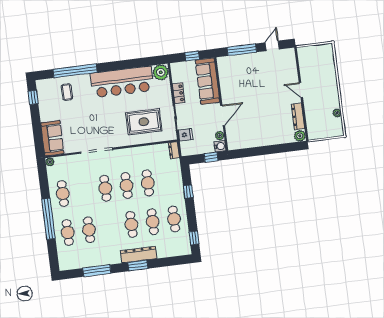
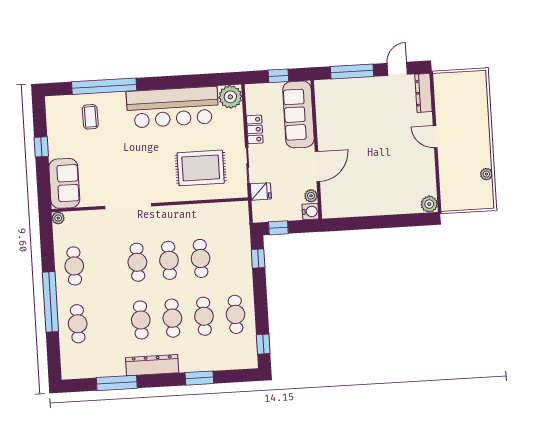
window: (33, 97) -> (41, 147), moved
dresser: (298, 116) -> (423, 93), moved
dresser: (174, 150) -> (242, 213), removed
window: (211, 157) -> (278, 228), moved
window: (188, 192) -> (258, 258), moved
cafe table: (89, 230) -> (141, 320), moved
dresser: (139, 255) -> (152, 365), moved
window: (138, 266) -> (199, 378), moved

